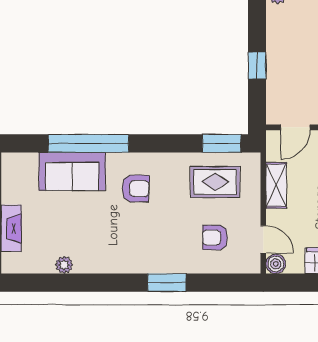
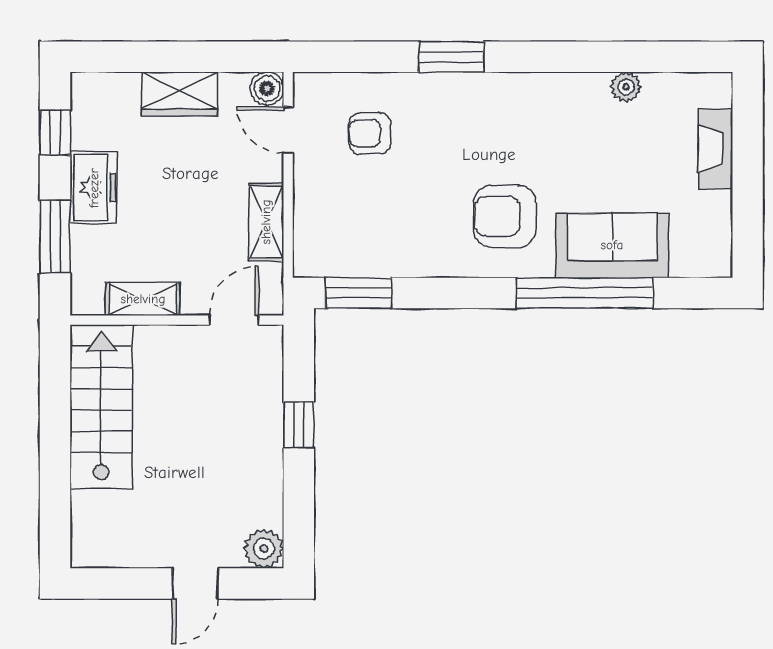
rug: (215, 182) -> (370, 227), removed
armchair: (136, 189) -> (505, 216), width x1.38, depth x1.38
armchair: (215, 238) -> (370, 133), turned 180

